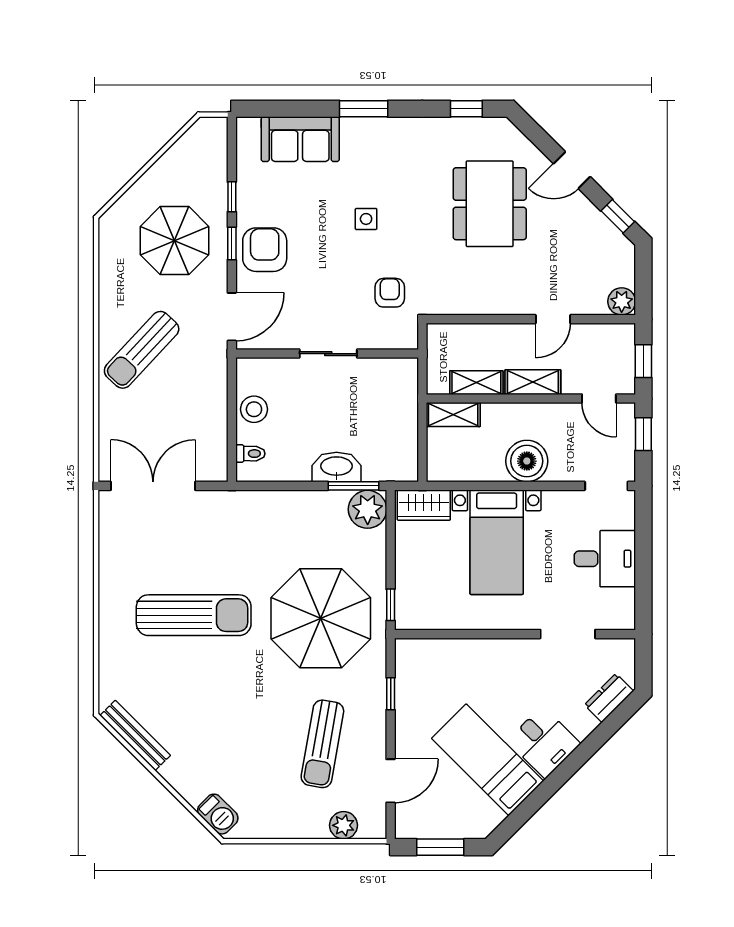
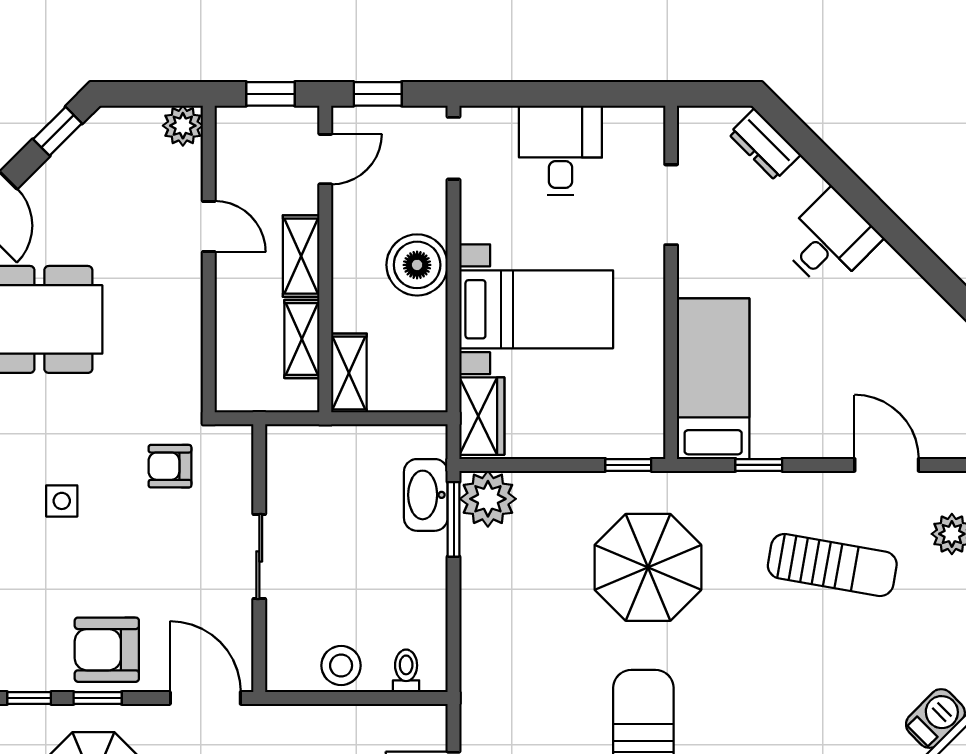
washbasin: (337, 467) -> (426, 495), moved
parasol: (321, 618) -> (648, 567), width x0.73, depth x0.73
bed: (488, 760) -> (713, 379), moved, turned 135

